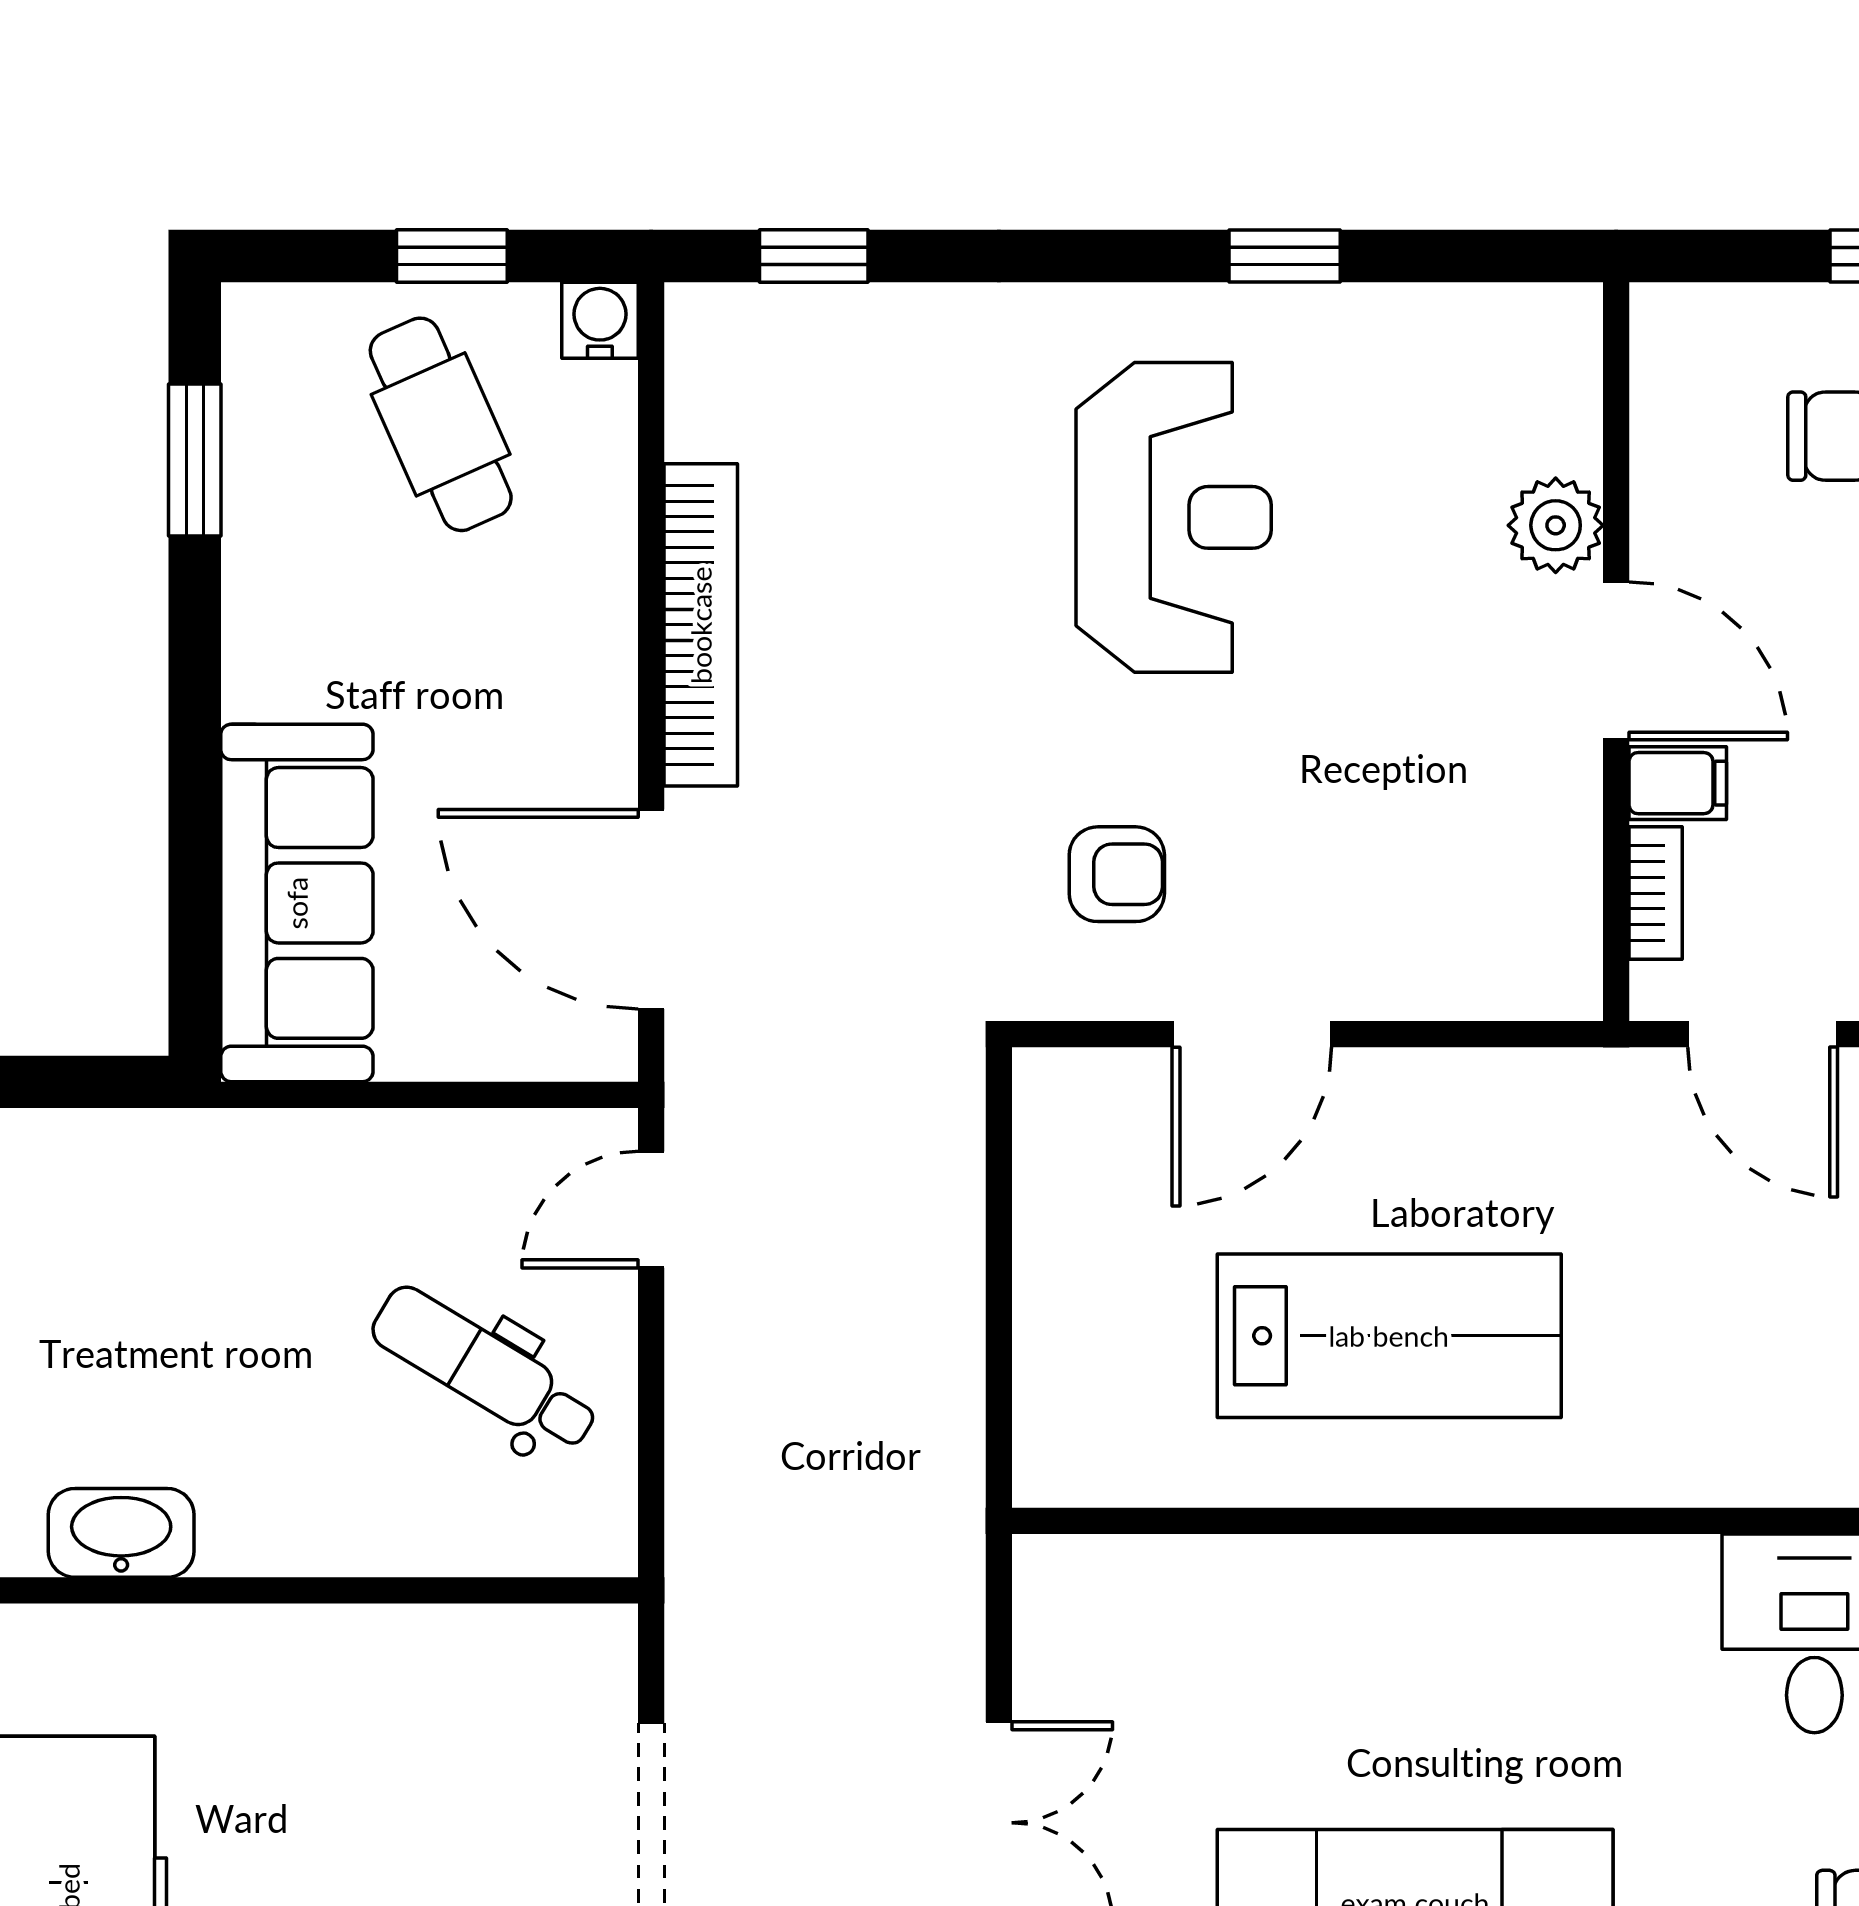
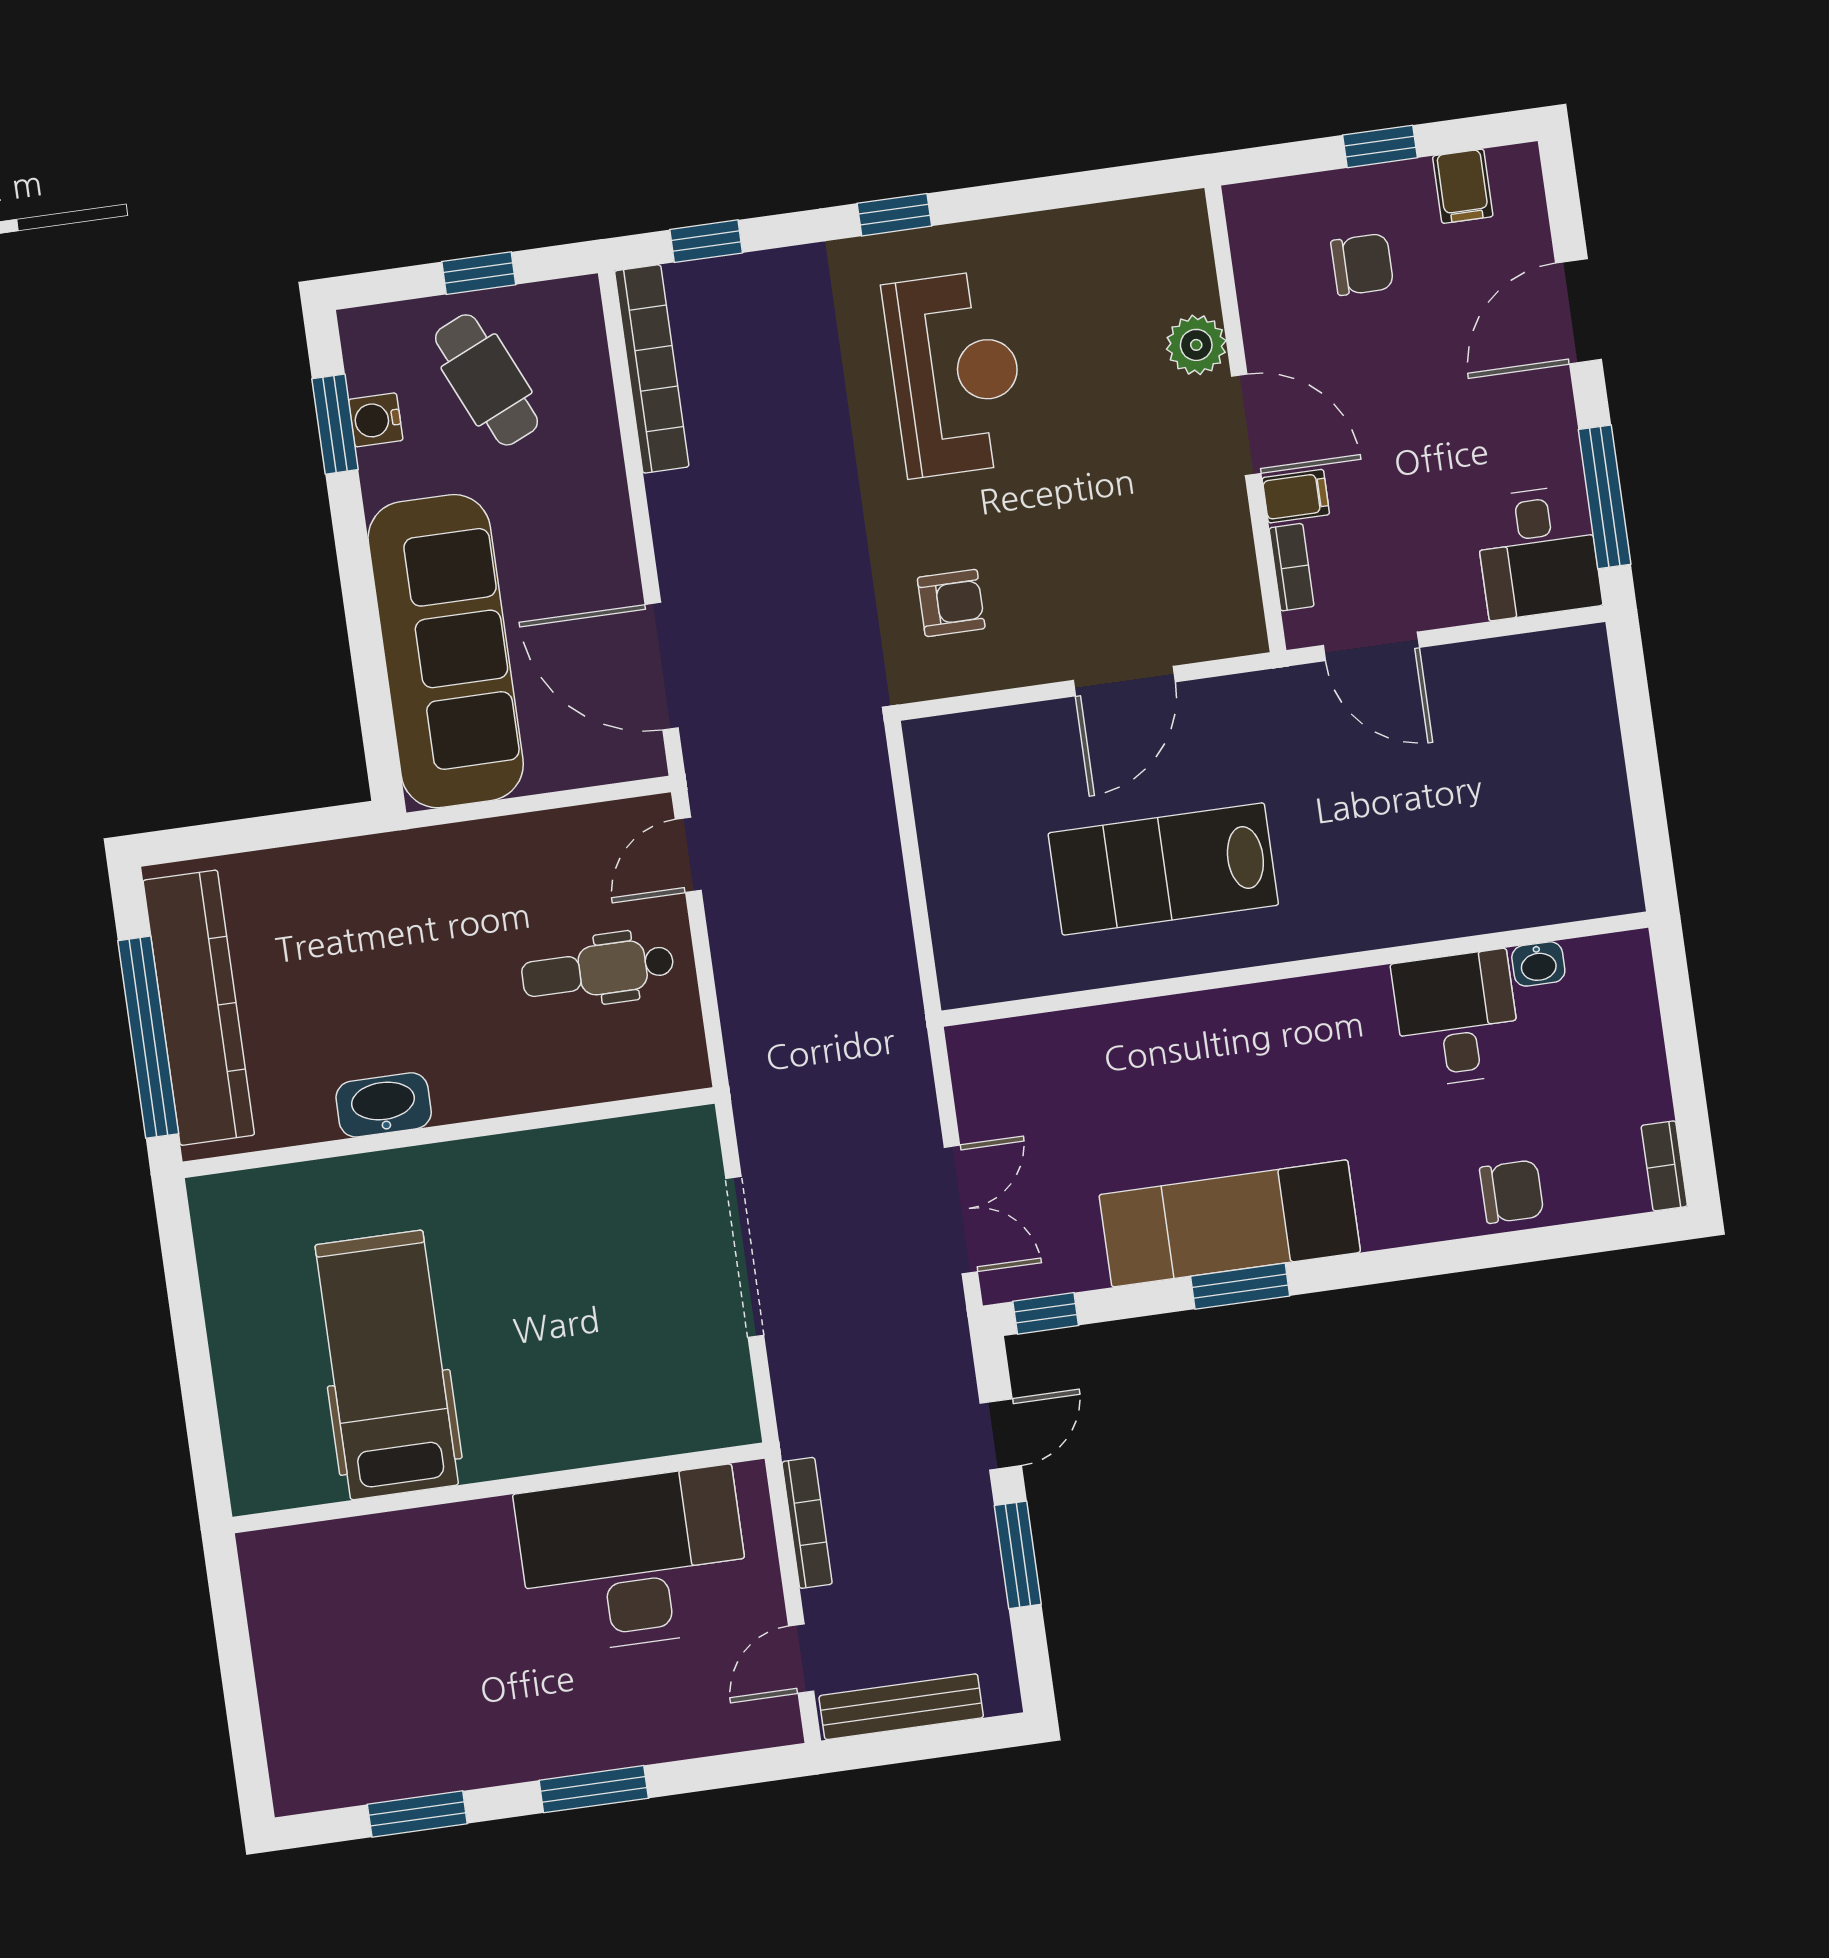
window: (1285, 256) -> (894, 215), moved
water cooler: (600, 320) -> (376, 420), moved, turned -90
bookcase: (701, 625) -> (652, 369), moved
sofa: (297, 903) -> (446, 651), width x1.36, depth x1.27
door: (1252, 1034) -> (1124, 681), moved
lab bench: (1389, 1336) -> (1163, 869), turned 180
dental chair: (485, 1369) -> (598, 970), turned -31

